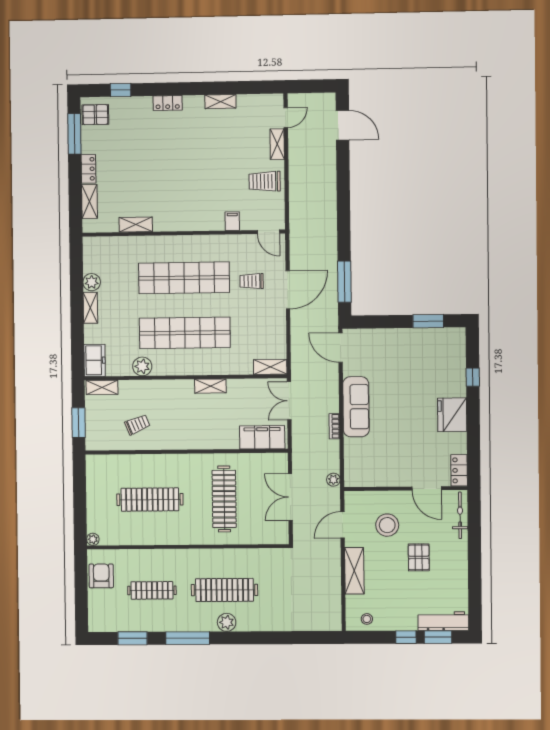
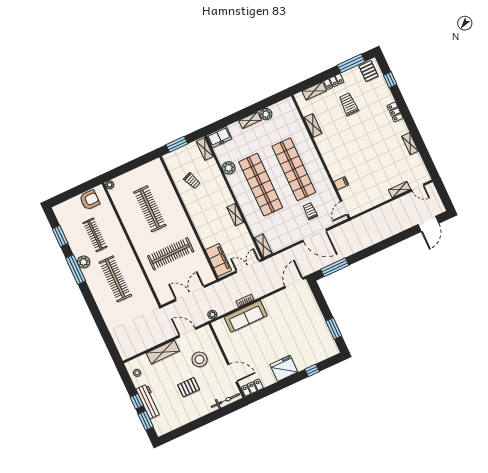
trolley: (265, 181) -> (349, 104), moved
sofa: (356, 407) -> (246, 316), moved
door: (427, 488) -> (232, 373), swing flipped
workbench: (443, 621) -> (148, 402), moved
plant: (227, 622) -> (84, 262), moved

